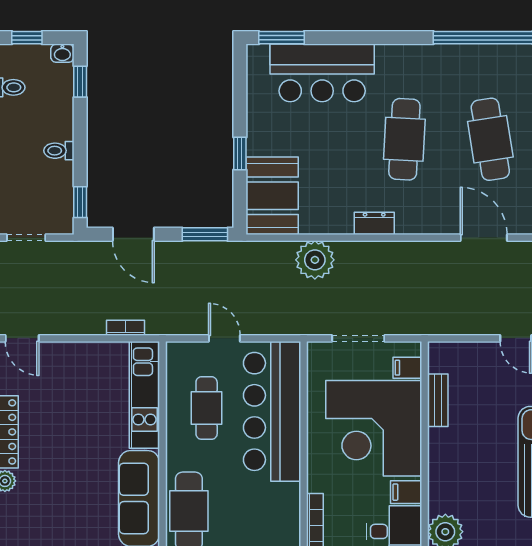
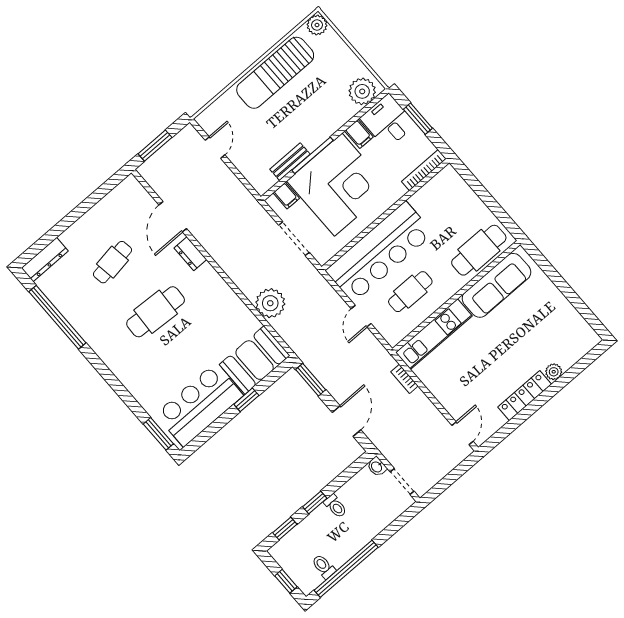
washbasin: (62, 53) -> (377, 467), moved, turned 180
bar counter: (322, 73) -> (199, 405), moved, turned -90
cafe table: (490, 139) -> (112, 262), width x0.73, depth x0.74
window: (80, 202) -> (315, 503), moved
dresser: (374, 223) -> (190, 254), moved
window: (425, 428) -> (313, 155), added

